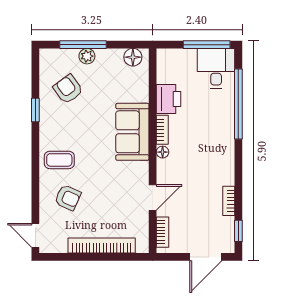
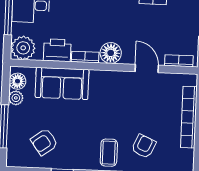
plant: (87, 56) -> (16, 98), moved
plant: (169, 62) -> (23, 48), added
sofa: (132, 132) -> (62, 83), moved
floor lamp: (163, 152) -> (111, 53), width x1.89, depth x1.89

